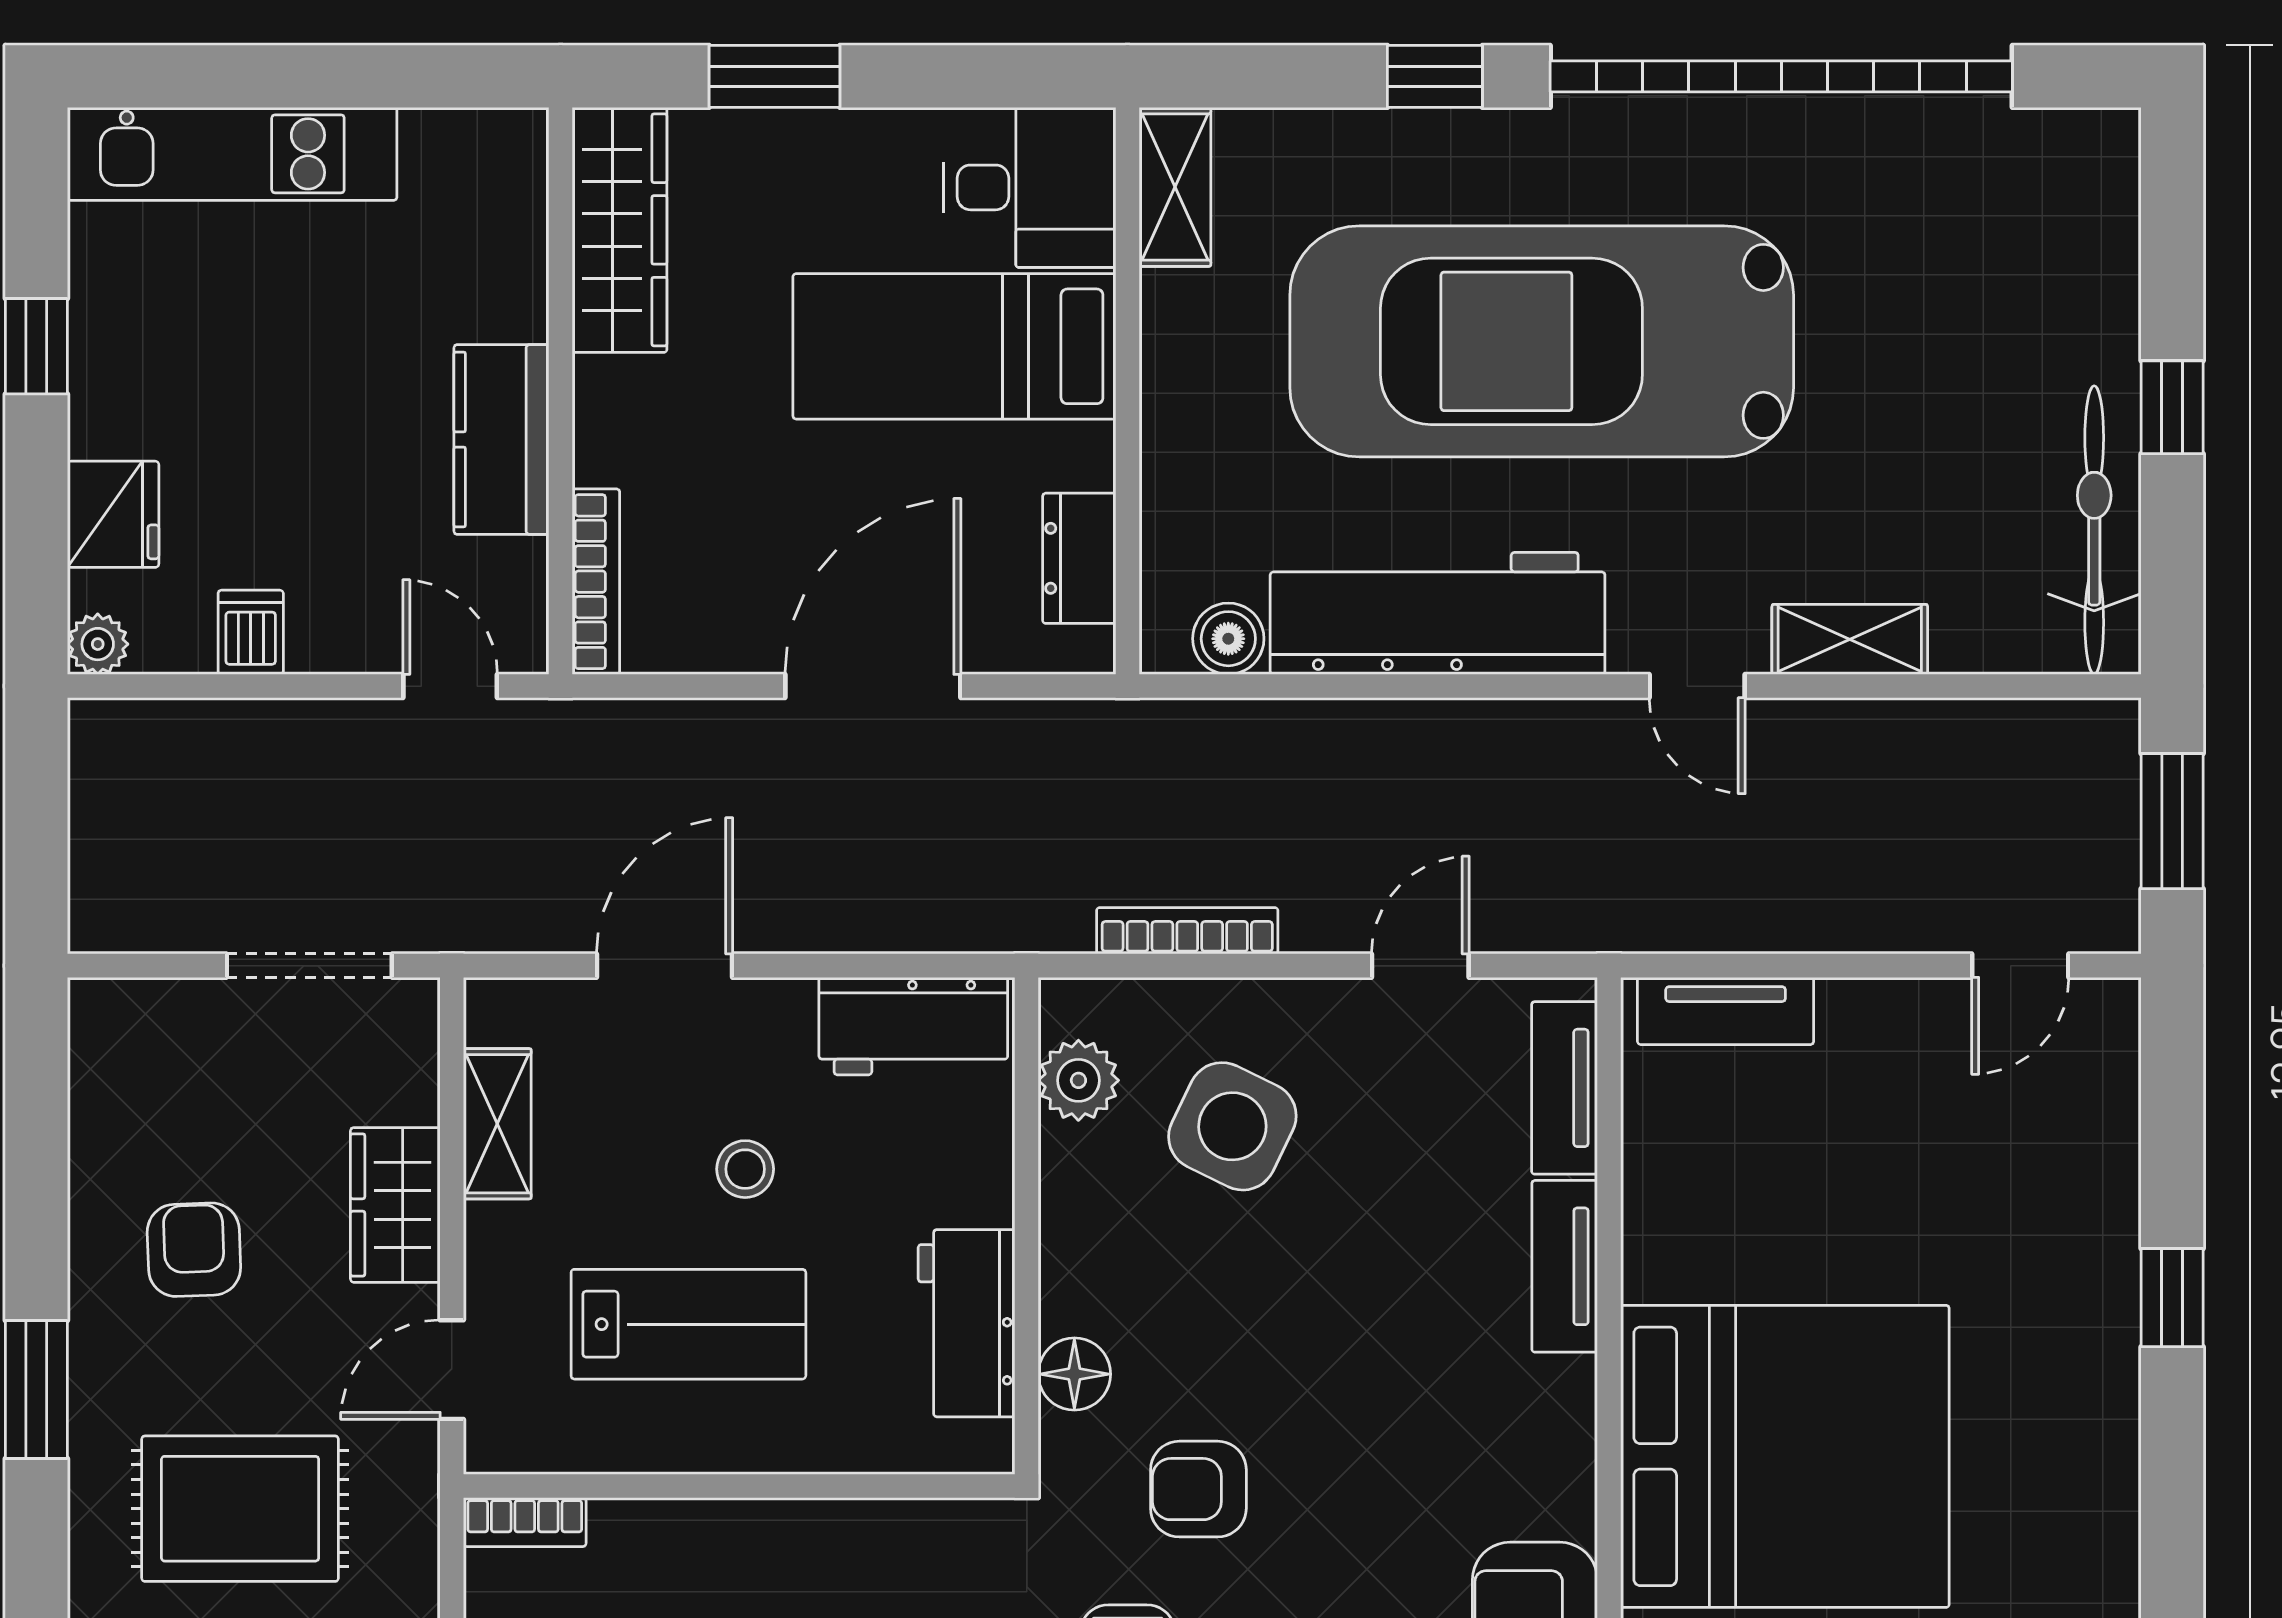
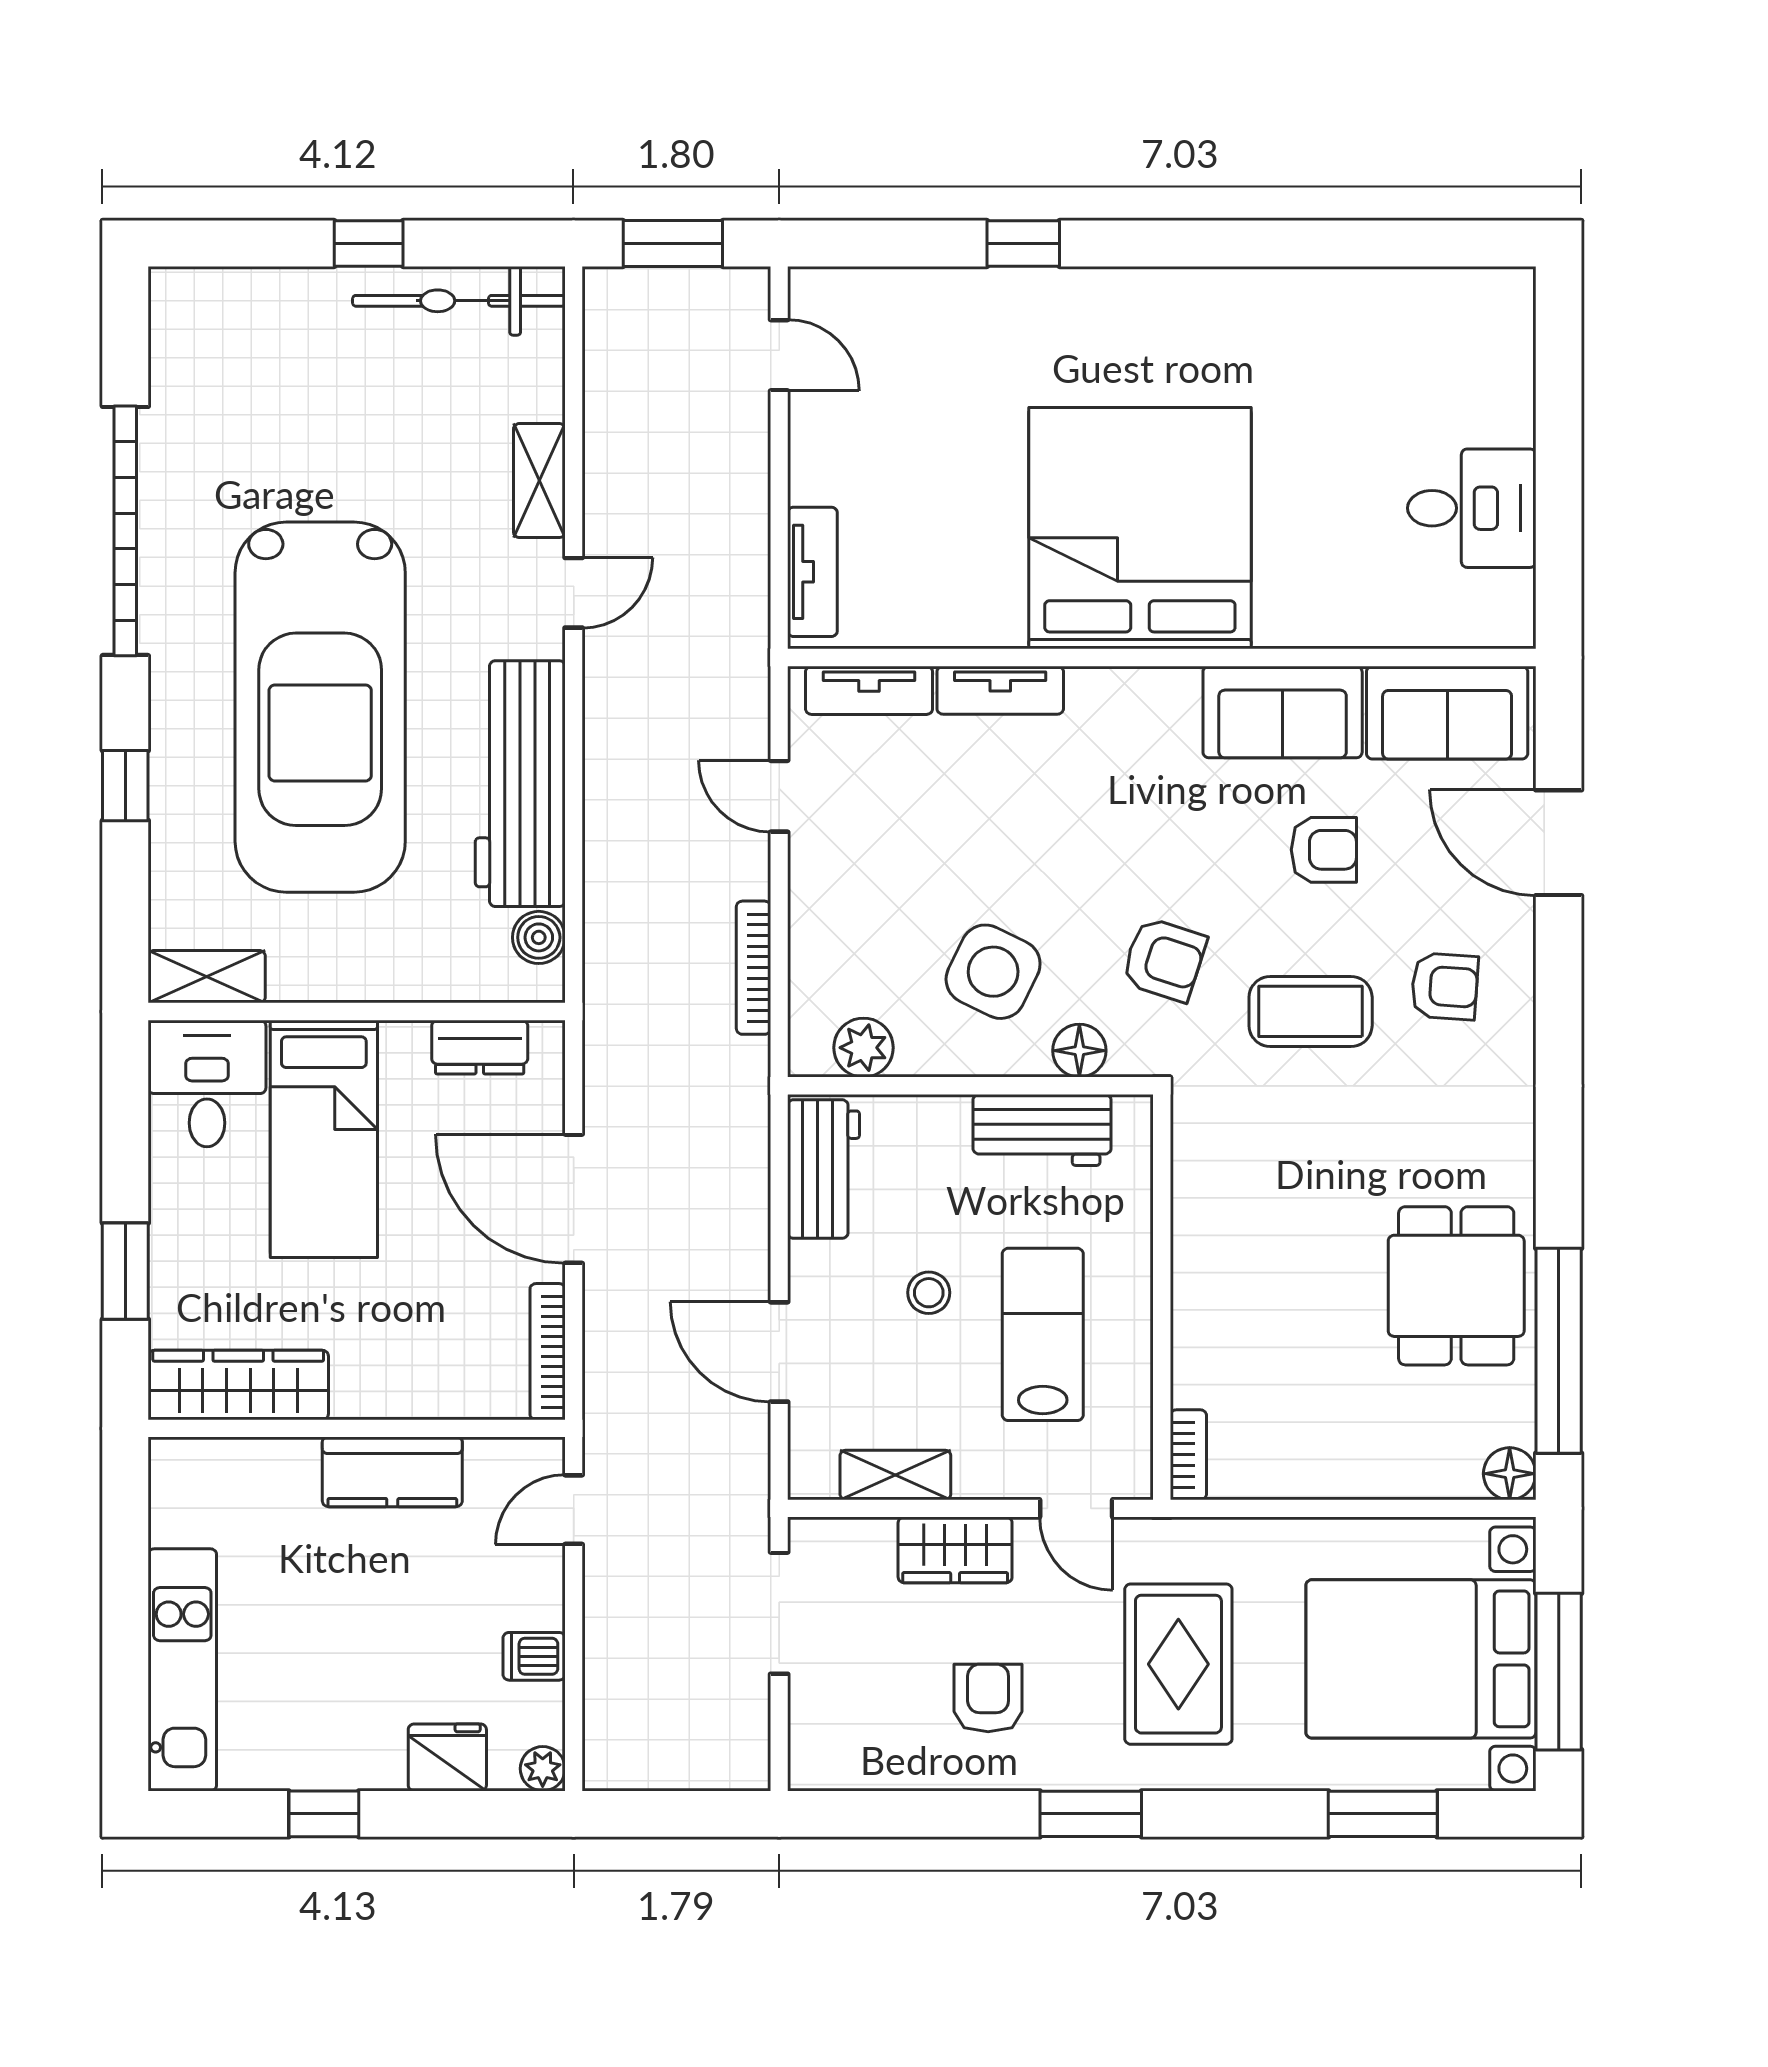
garage door: (1781, 76) -> (125, 531), width x0.73
bookcase: (596, 582) -> (548, 1352), moved, turned -90
side table: (1232, 1126) -> (993, 972), moved
armchair: (194, 1250) -> (988, 1698), turned 92
armchair: (1198, 1489) -> (1164, 959), turned -72

